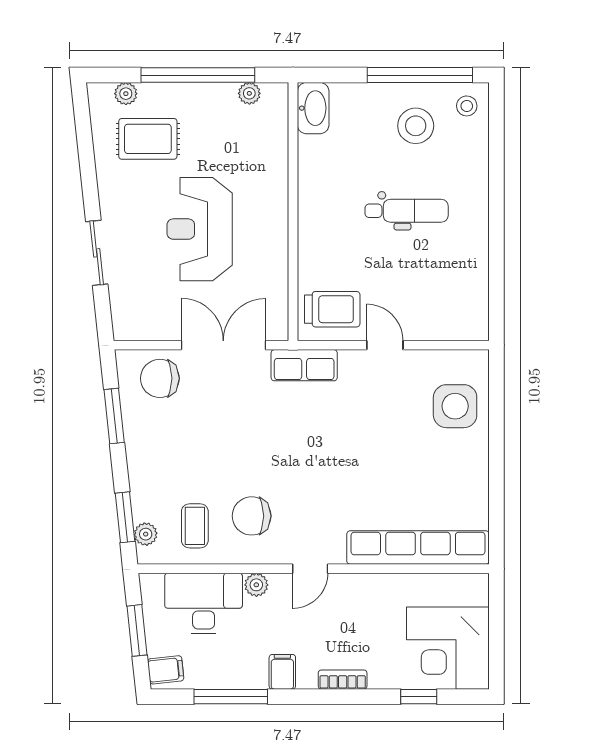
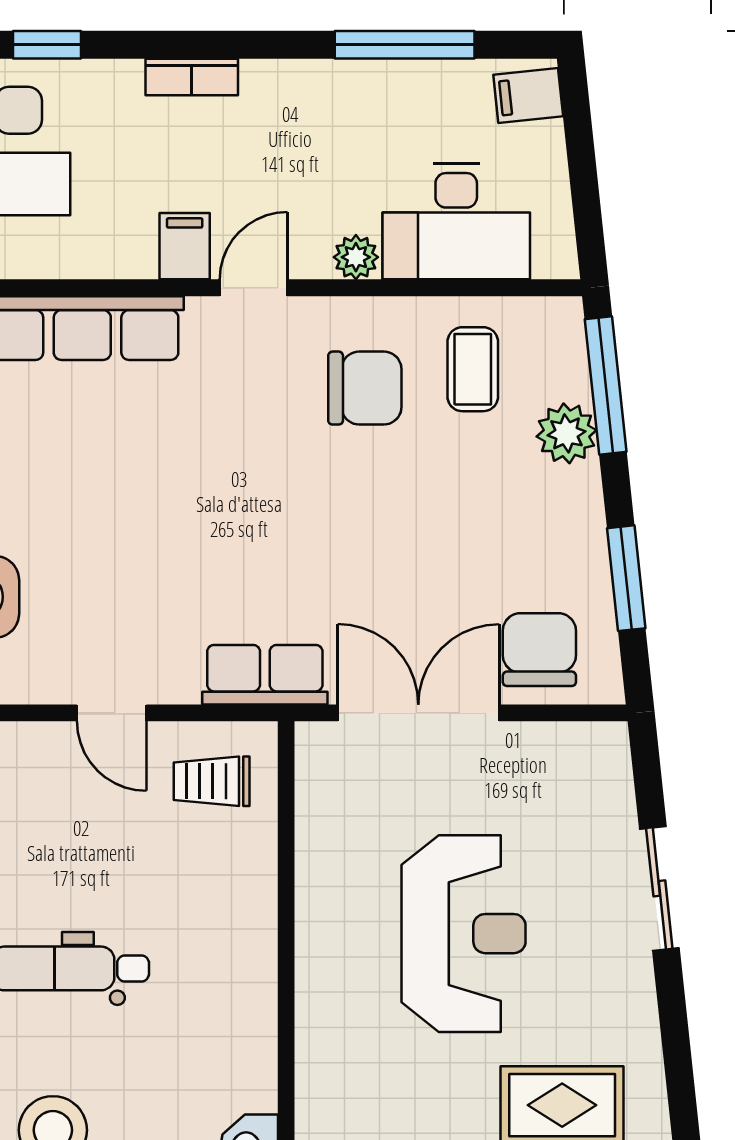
trolley: (332, 309) -> (212, 781), width x0.73, depth x0.72
double door: (223, 345) -> (418, 713), swing flipped
chair: (160, 378) -> (539, 650), turned -90
window: (125, 517) -> (606, 386), width x1.44
plant: (146, 534) -> (567, 433), moved, width x1.38, depth x1.38
window: (137, 630) -> (583, 170), removed
filing cabinet: (282, 672) -> (185, 246), moved, turned 180

